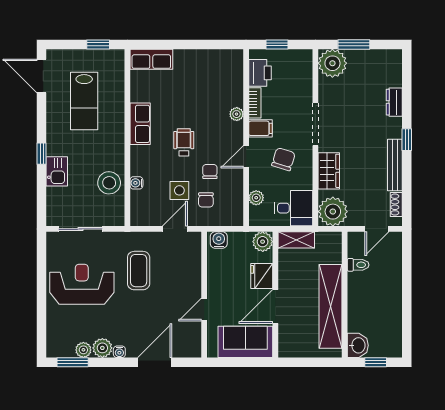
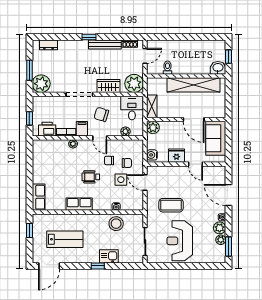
dresser: (394, 102) -> (48, 45), moved
door: (377, 229) -> (145, 56), hinge flipped
fridge: (262, 276) -> (177, 156), moved, turned 180

